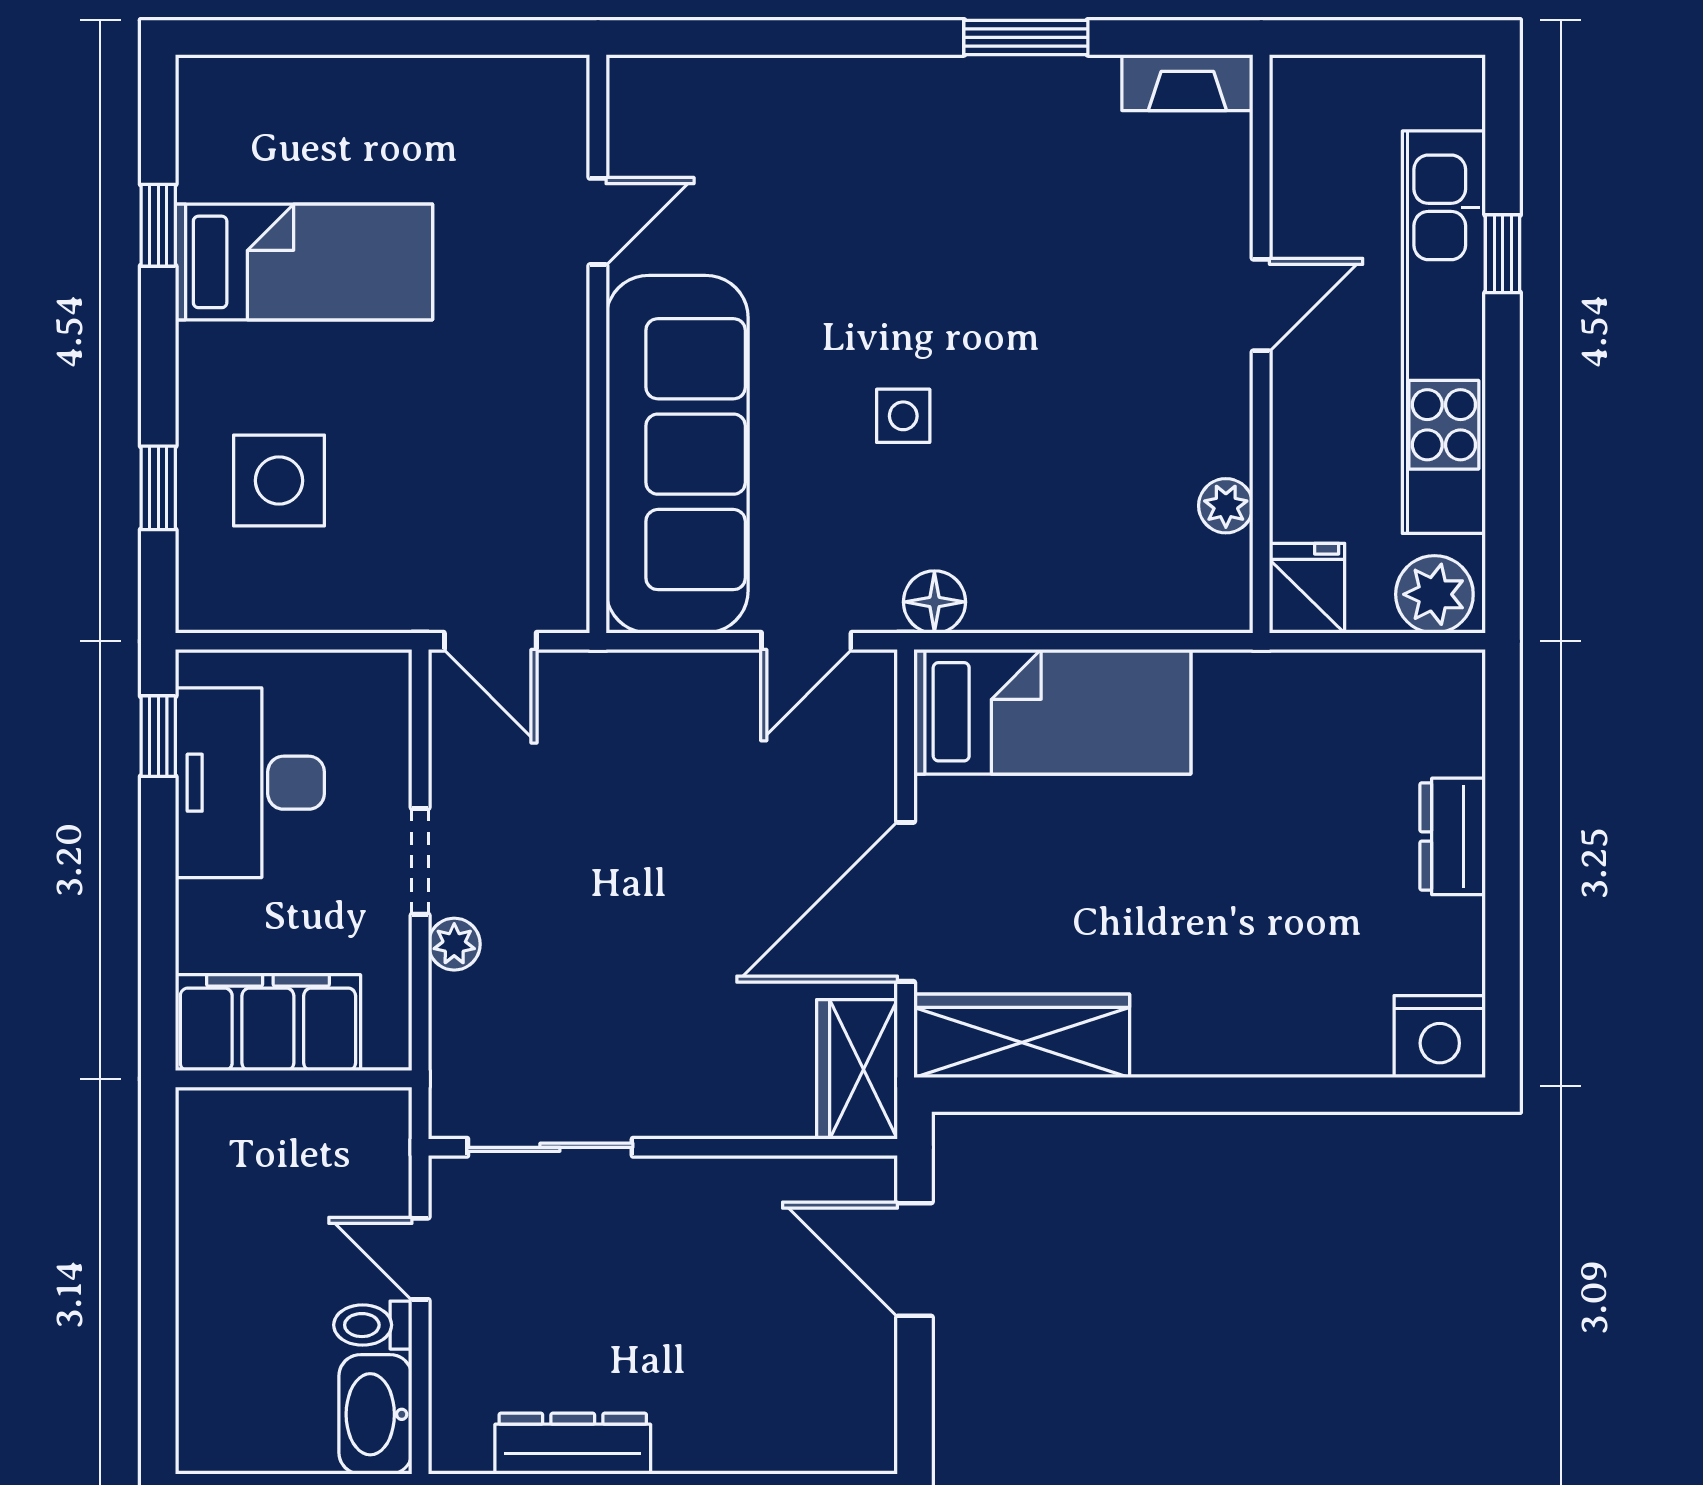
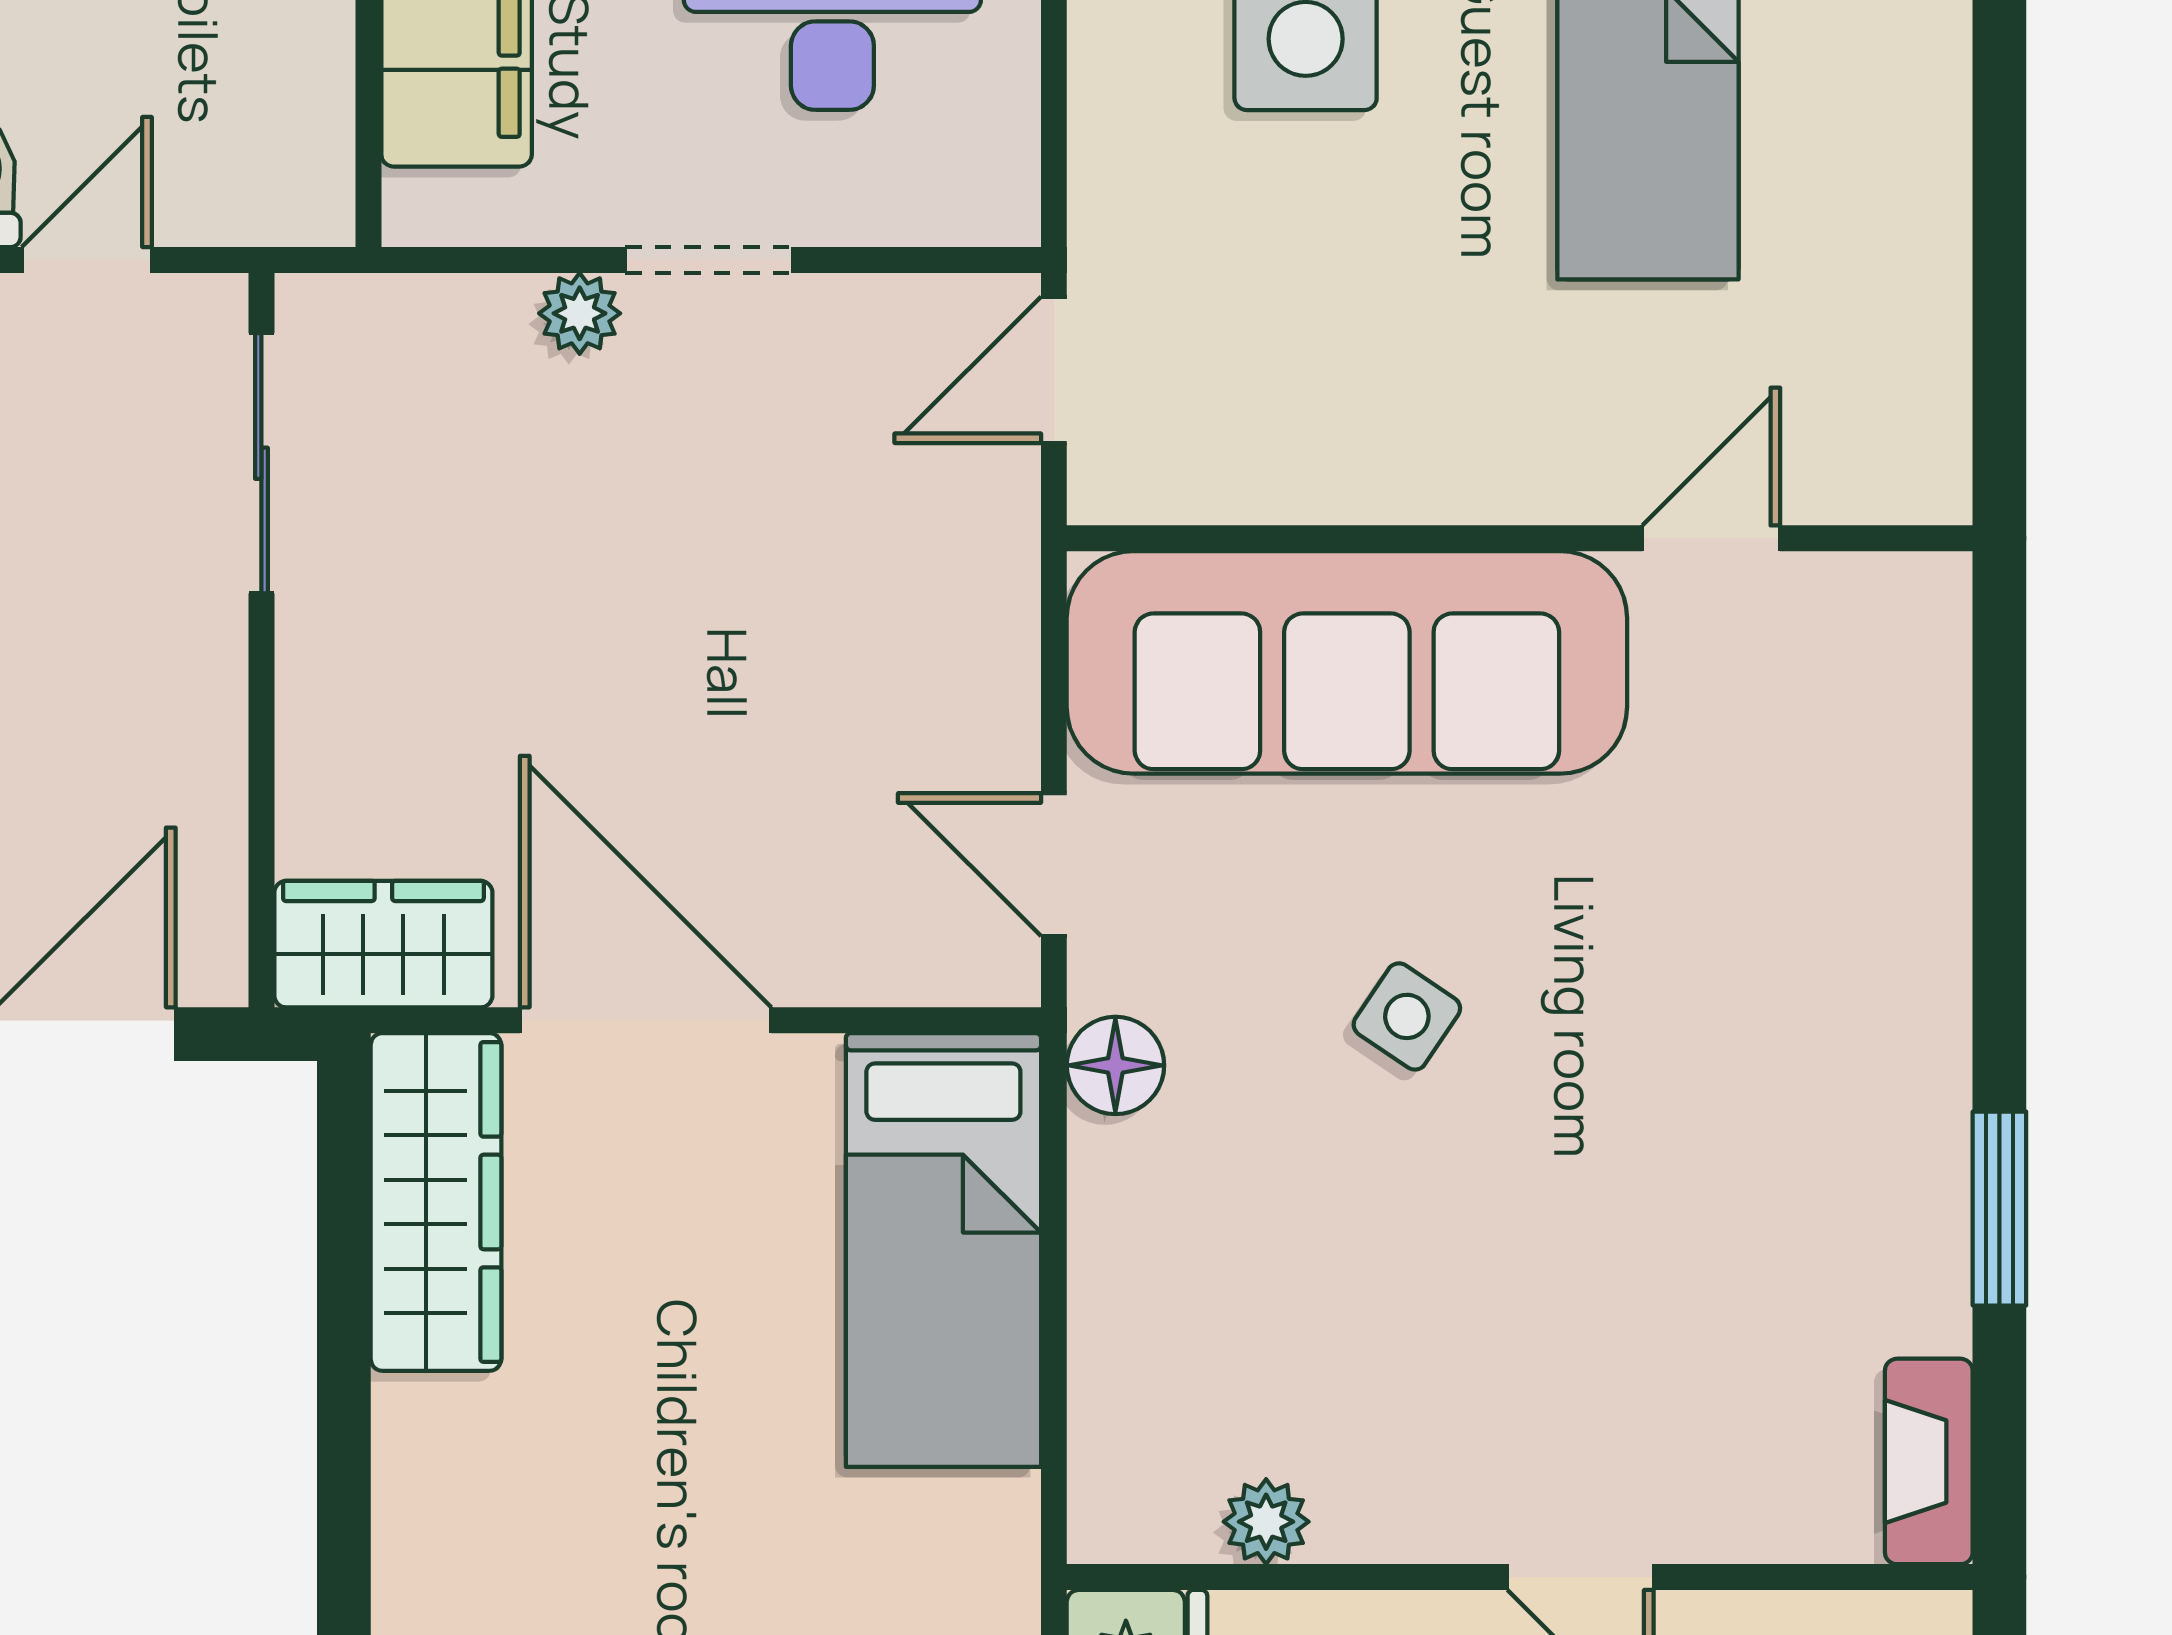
door: (598, 221) -> (1711, 538), swing flipped
side table: (903, 416) -> (1407, 1016), turned 34

